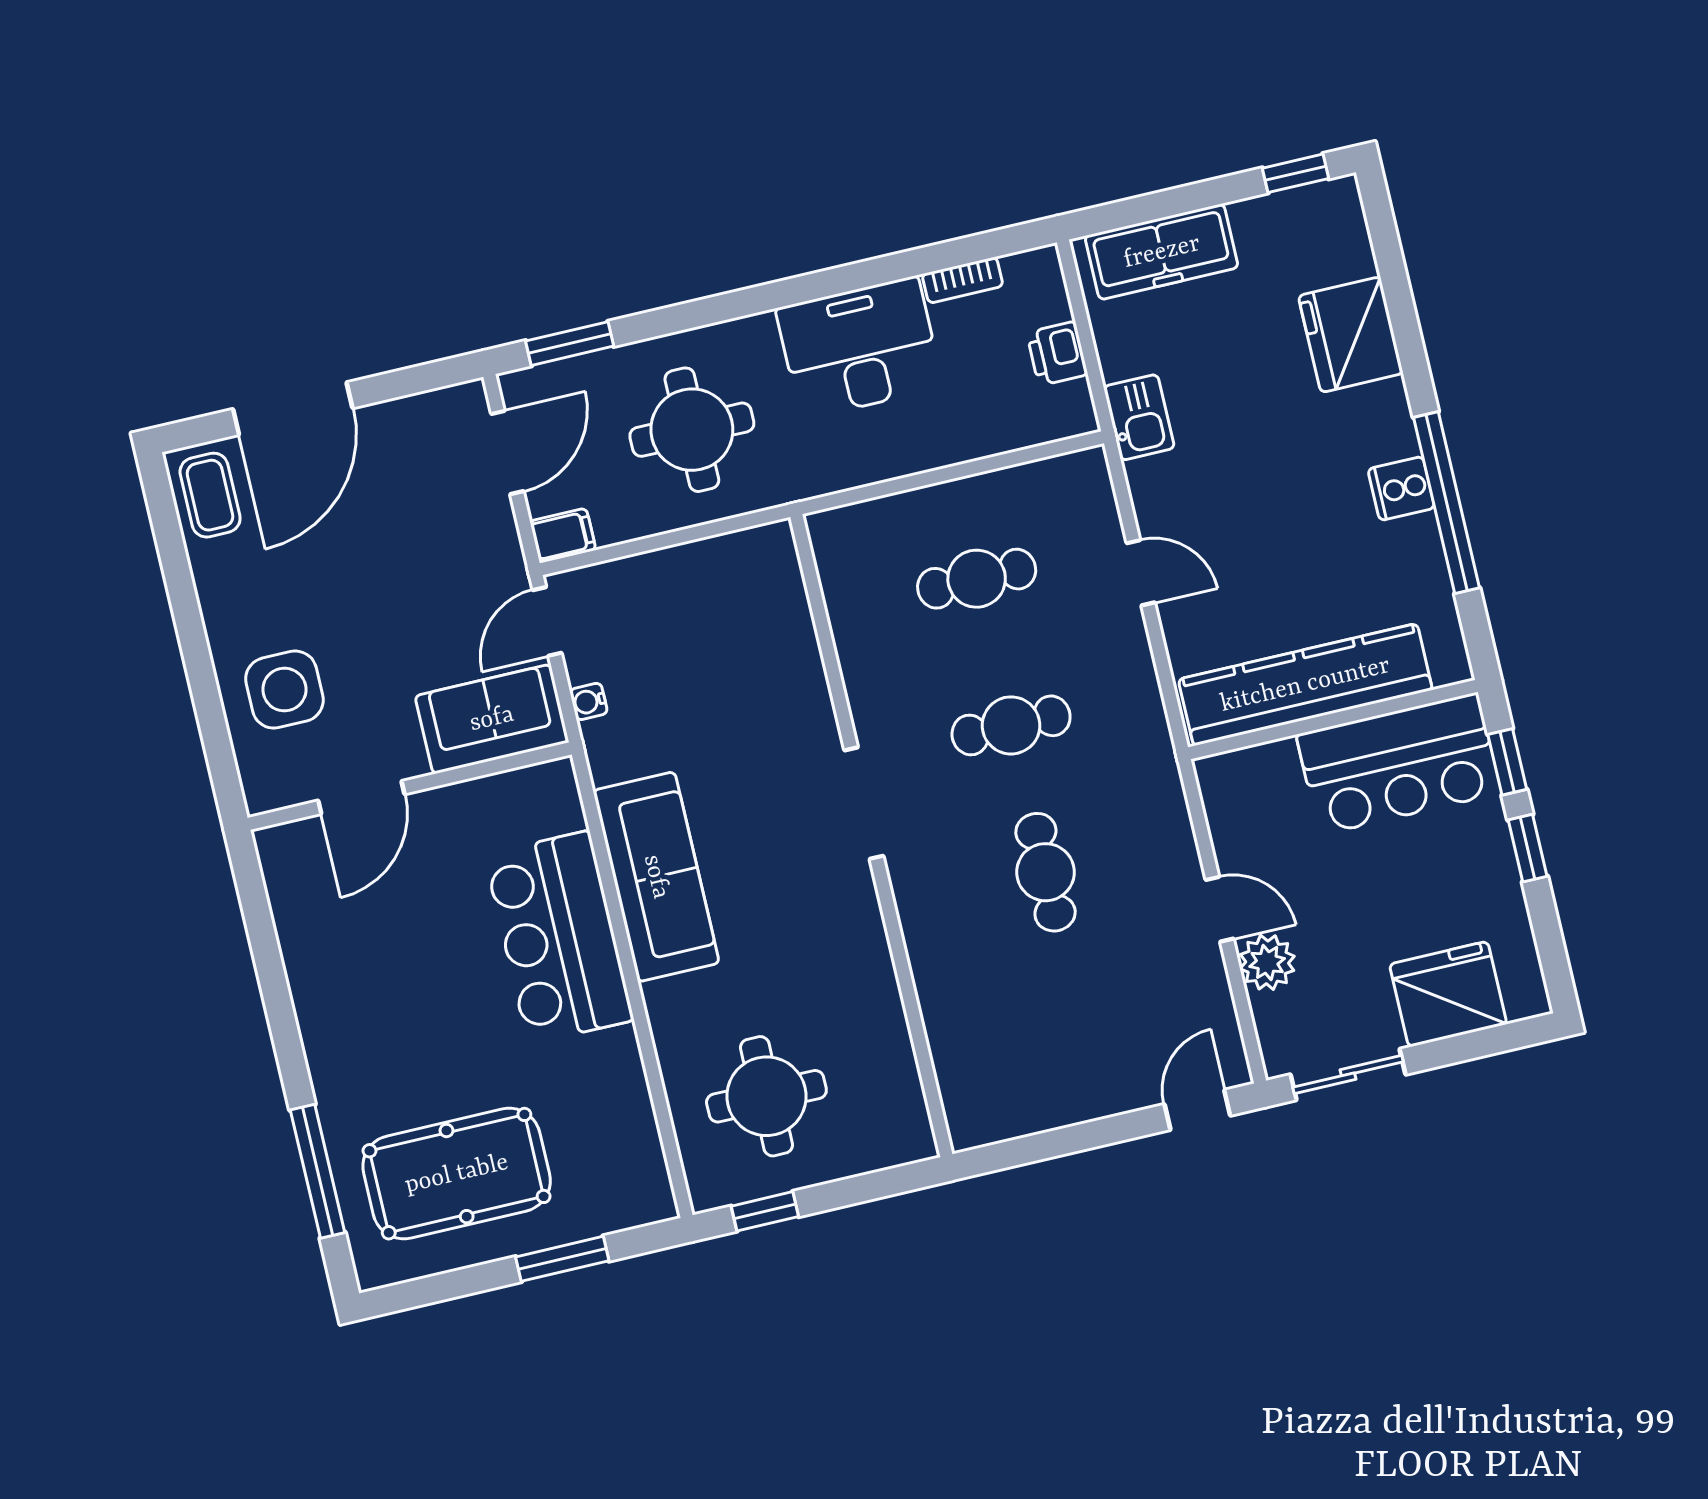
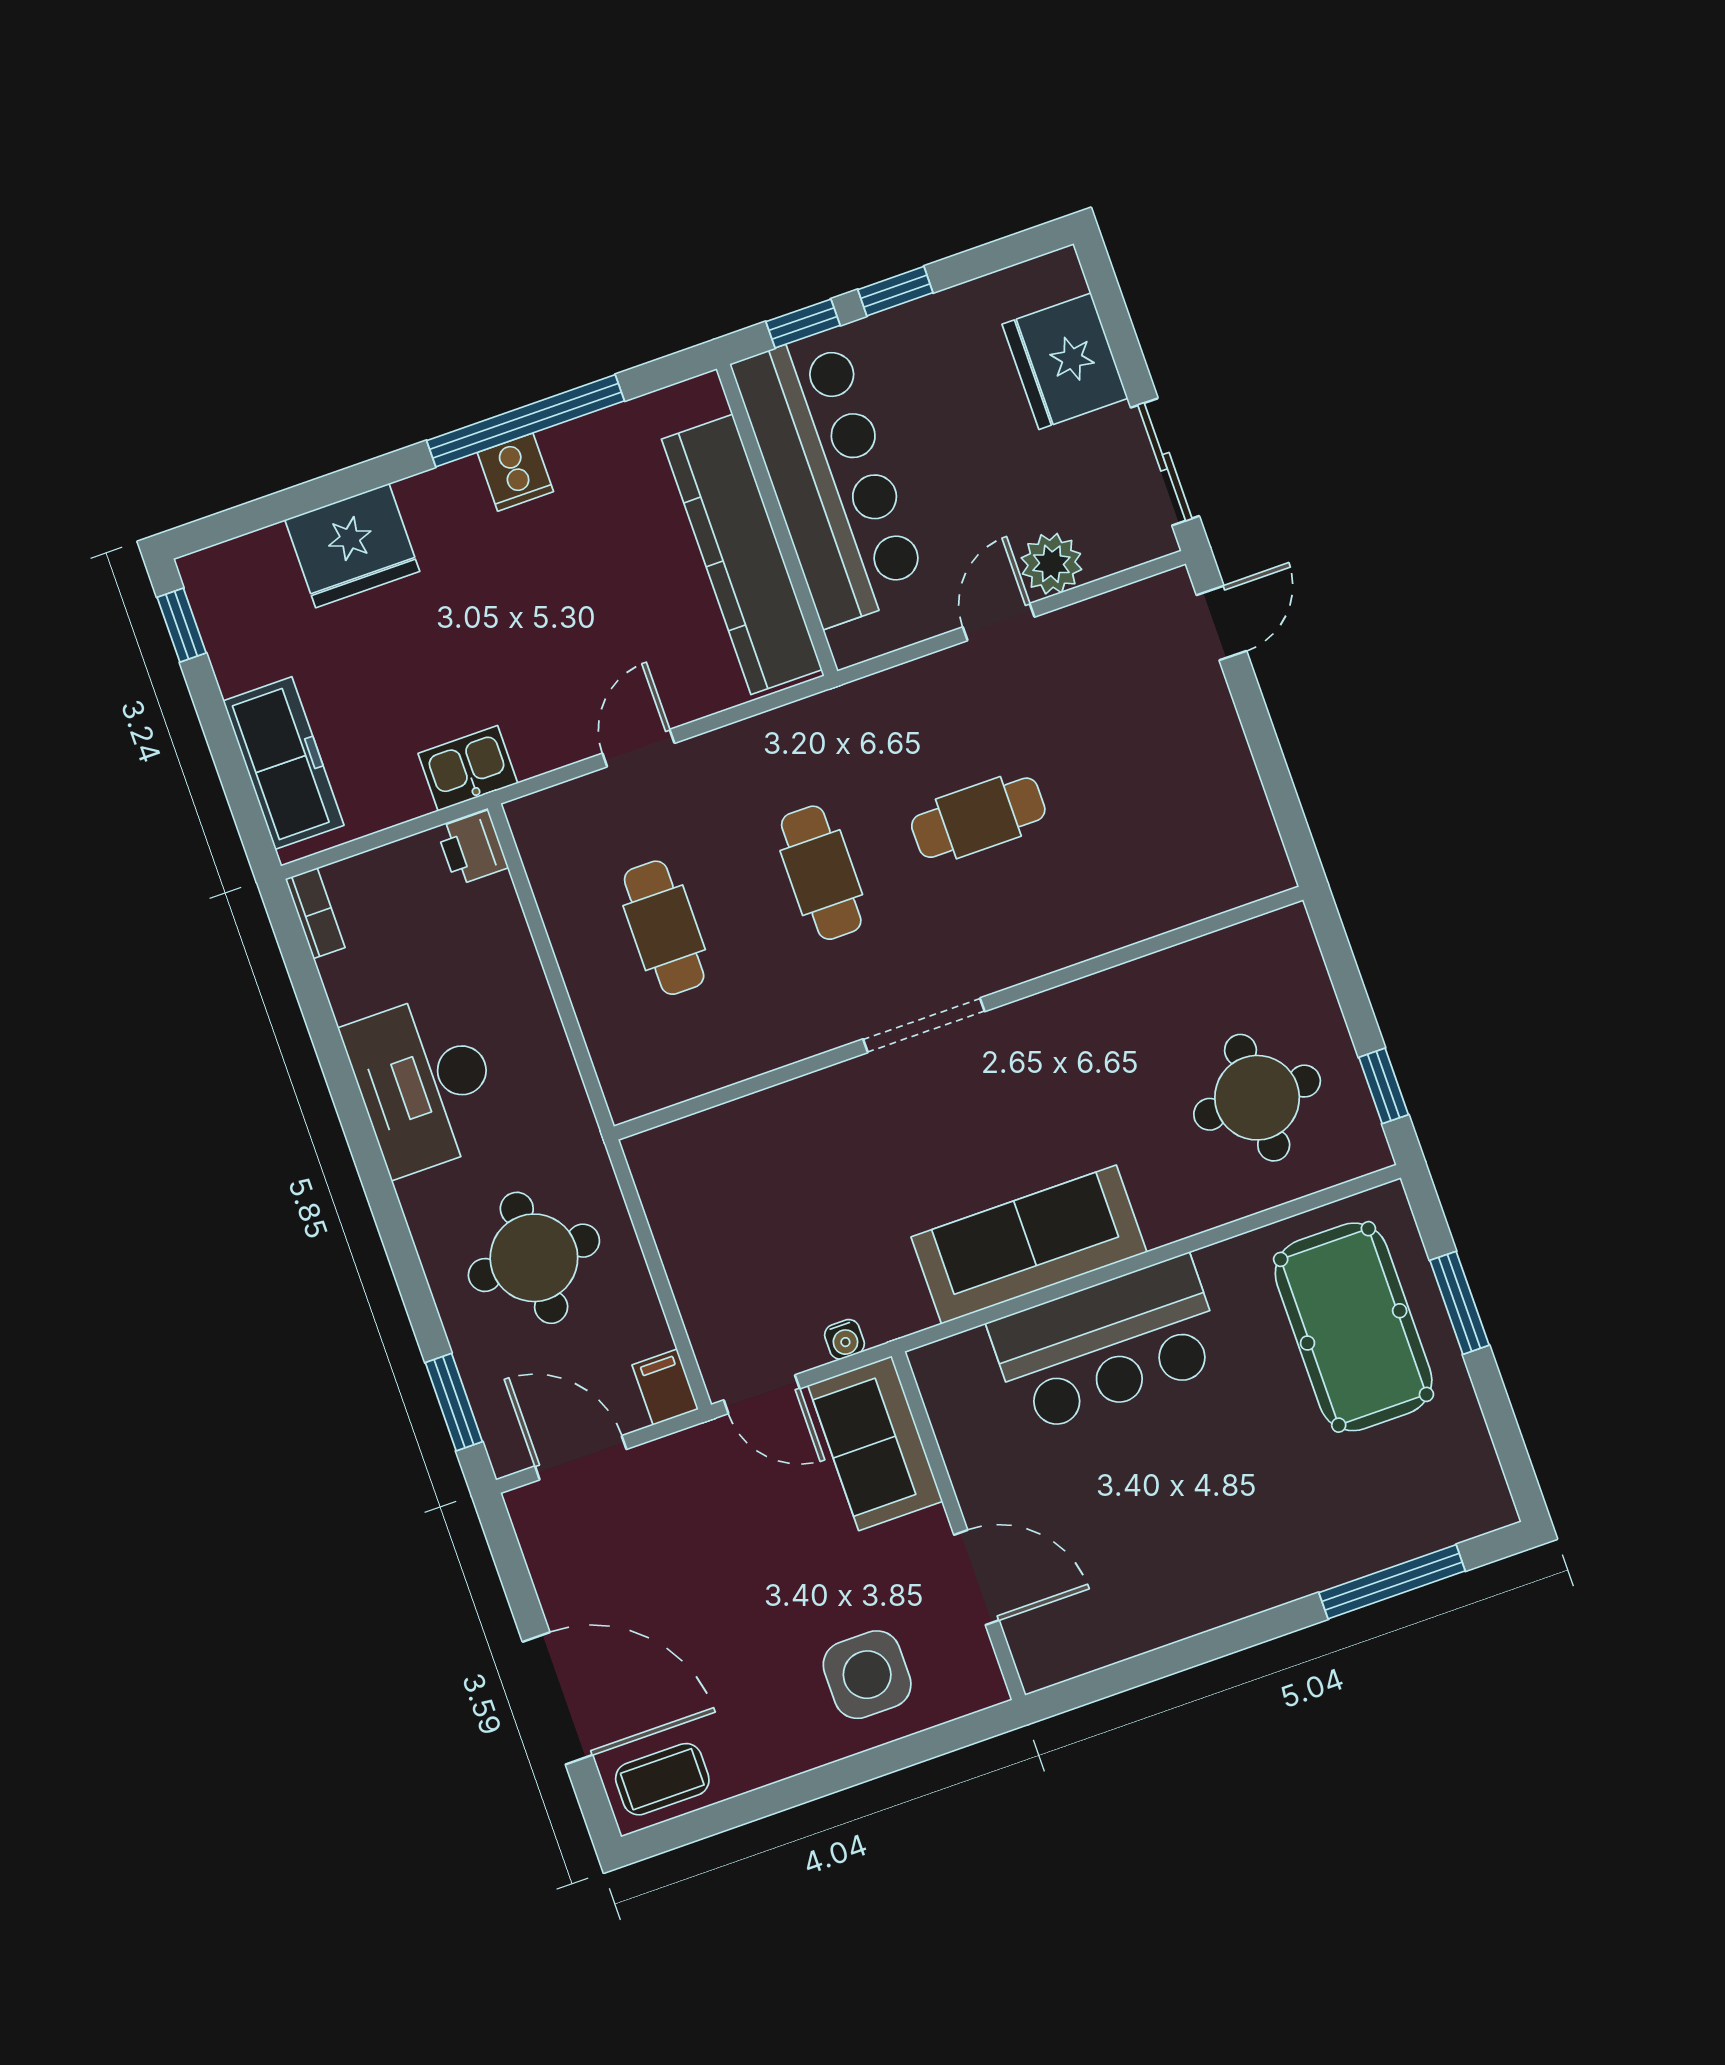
bookcase: (963, 280) -> (315, 913), moved
printer: (1057, 354) -> (472, 848), moved, turned 90
bar counter: (1399, 764) -> (830, 478), width x1.36
door: (1197, 1110) -> (1221, 623), swing flipped
pool table: (457, 1174) -> (1354, 1327), moved

